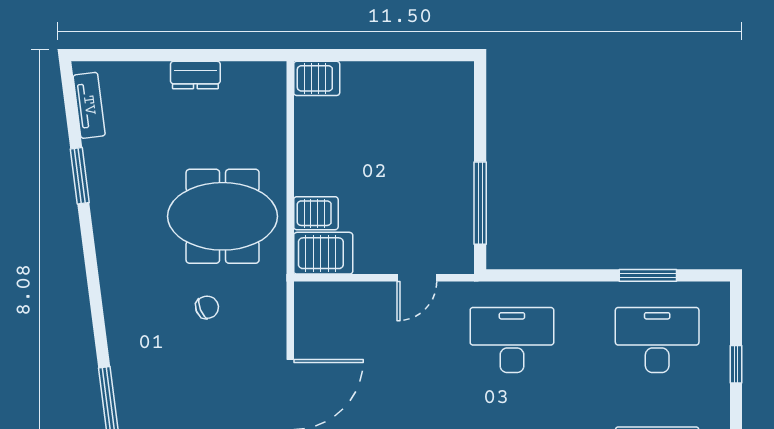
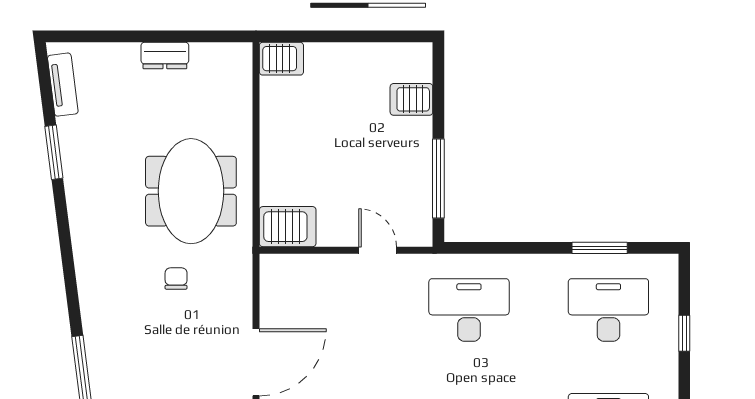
server rack: (316, 213) -> (411, 99), moved, turned 180
meeting table: (223, 216) -> (191, 191), turned 90
door: (417, 278) -> (378, 250), swing flipped
chair: (207, 307) -> (176, 279), turned -68

